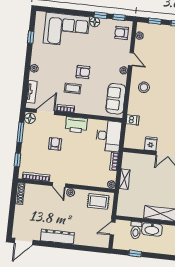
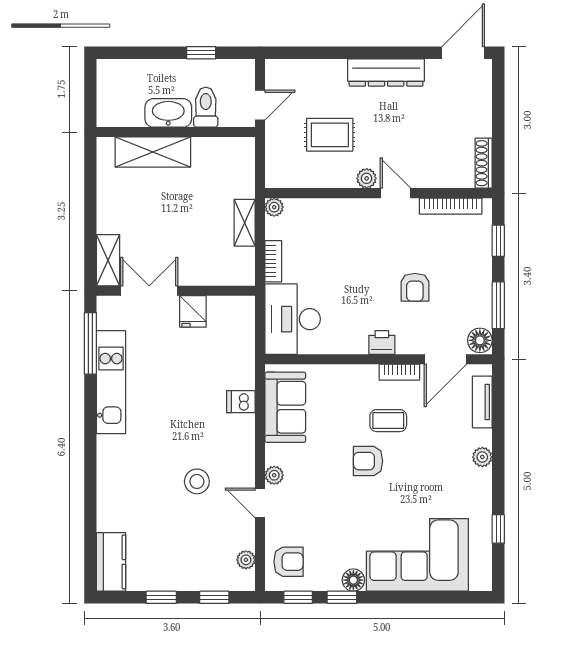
stool: (144, 87) -> (197, 481), moved
dishwasher: (133, 120) -> (241, 402), moved
printer: (76, 125) -> (382, 342), width x0.53, depth x0.68
rug: (98, 201) -> (330, 135), moved

